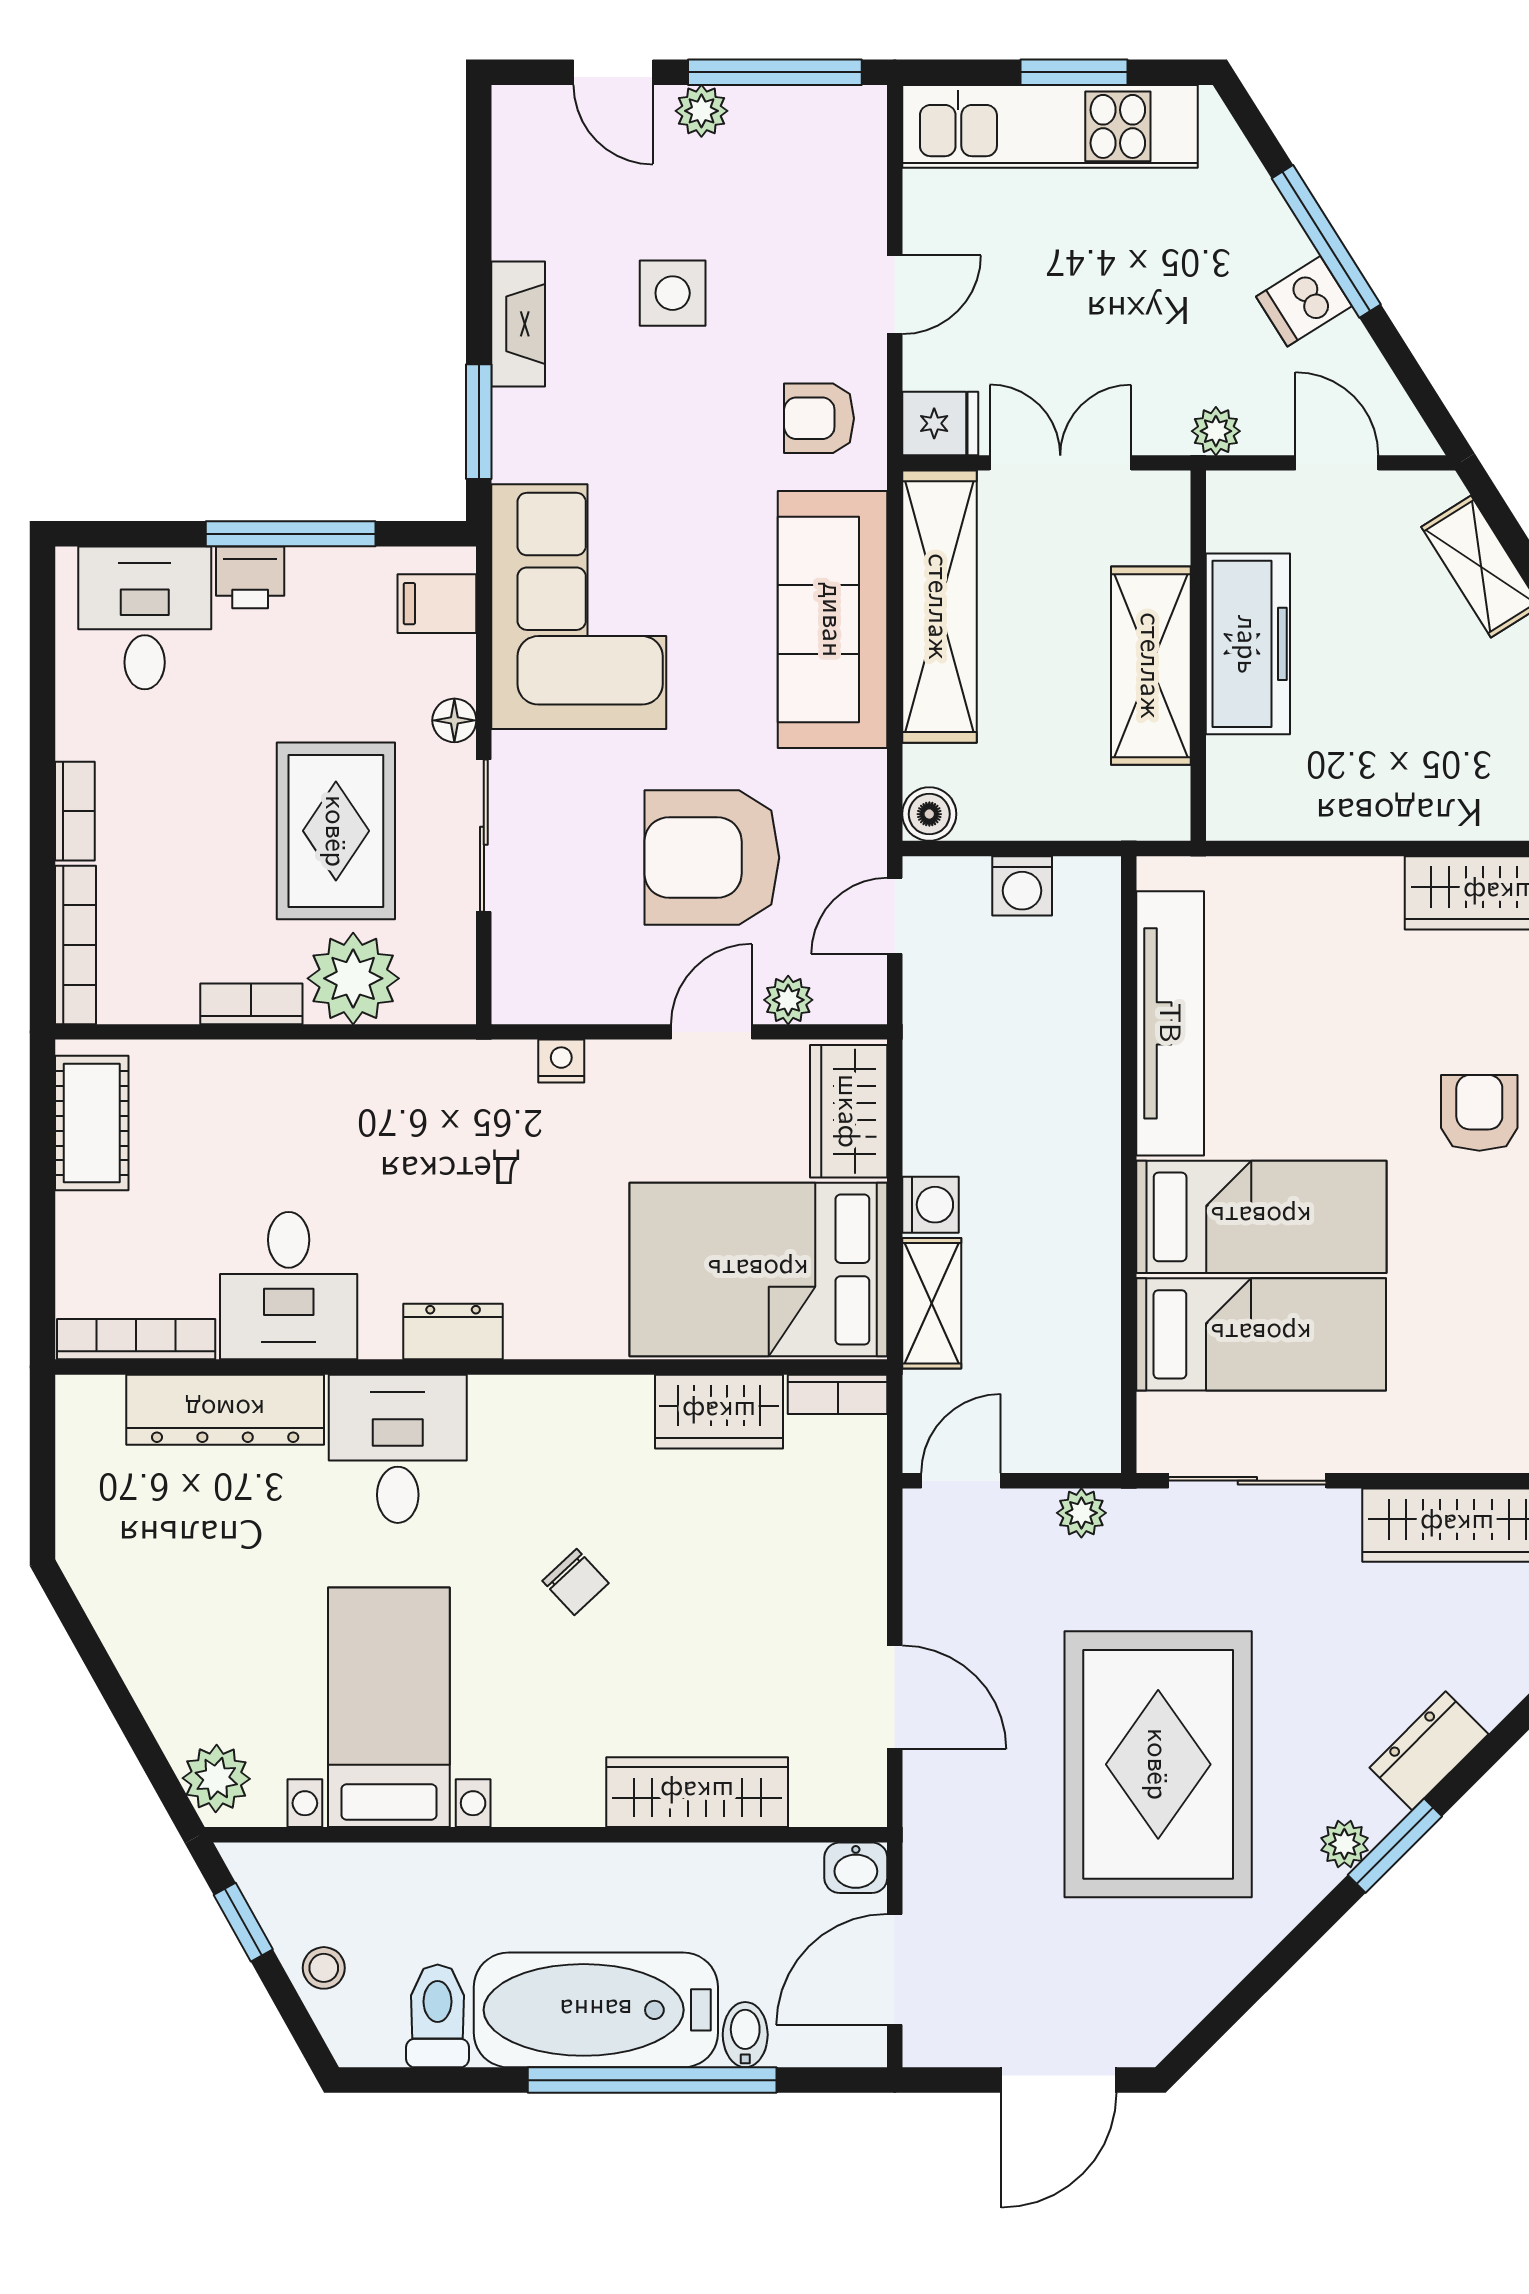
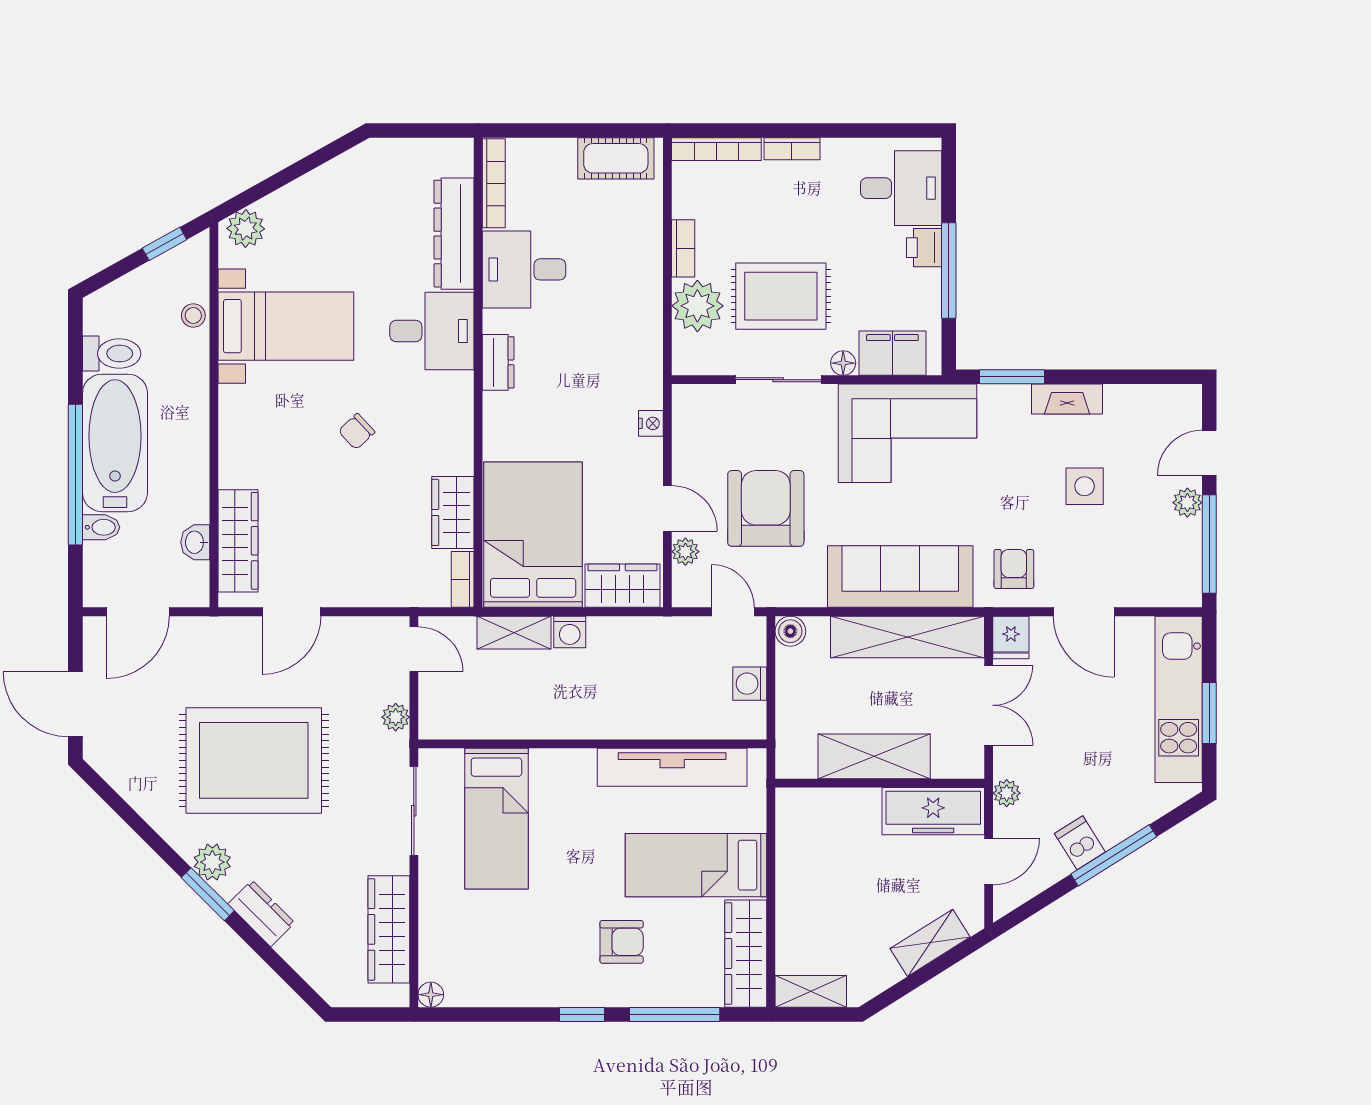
door: (895, 295) -> (1084, 612), width x1.38
filing cabinet: (437, 604) -> (892, 353), width x2.00
freezer: (1248, 644) -> (933, 811), moved
bed: (1261, 1217) -> (696, 865), moved, turned 90
wardrobe: (697, 1792) -> (238, 541), moved
plant: (1344, 1844) -> (212, 862), width x1.38, depth x1.38
washbasin: (856, 1868) -> (195, 542), moved
stool: (324, 1968) -> (193, 315), moved
door: (895, 1970) -> (138, 612), swing flipped

